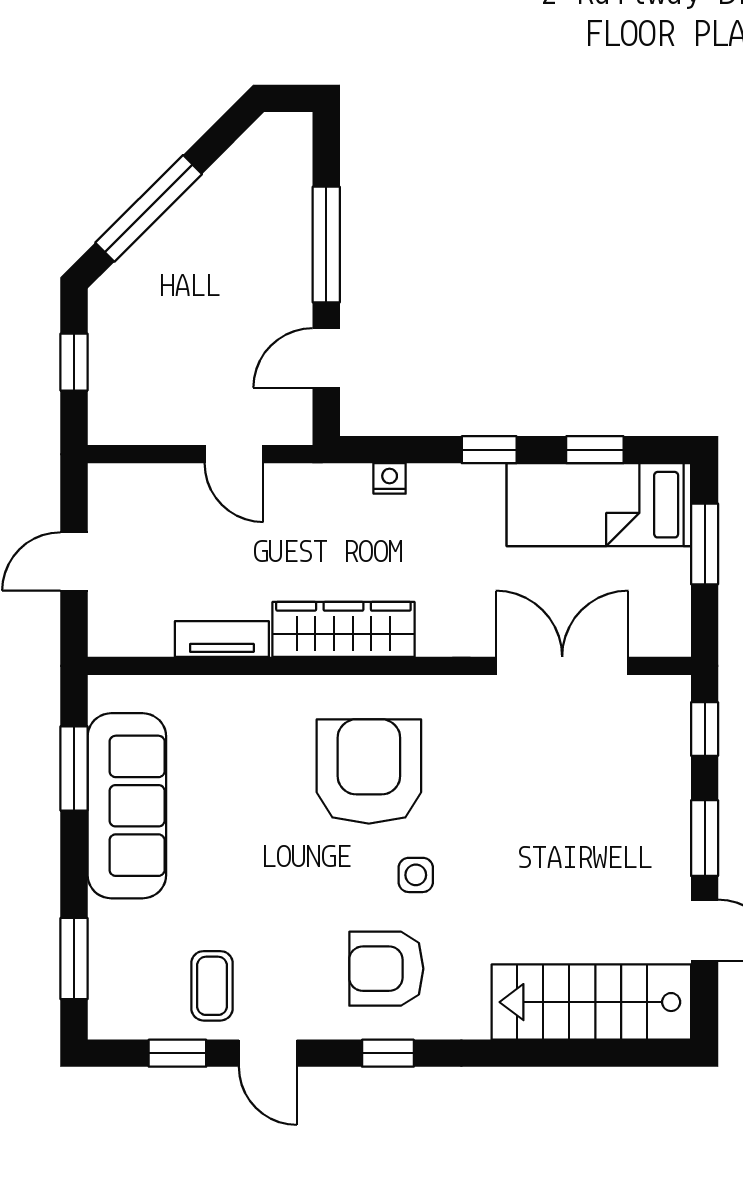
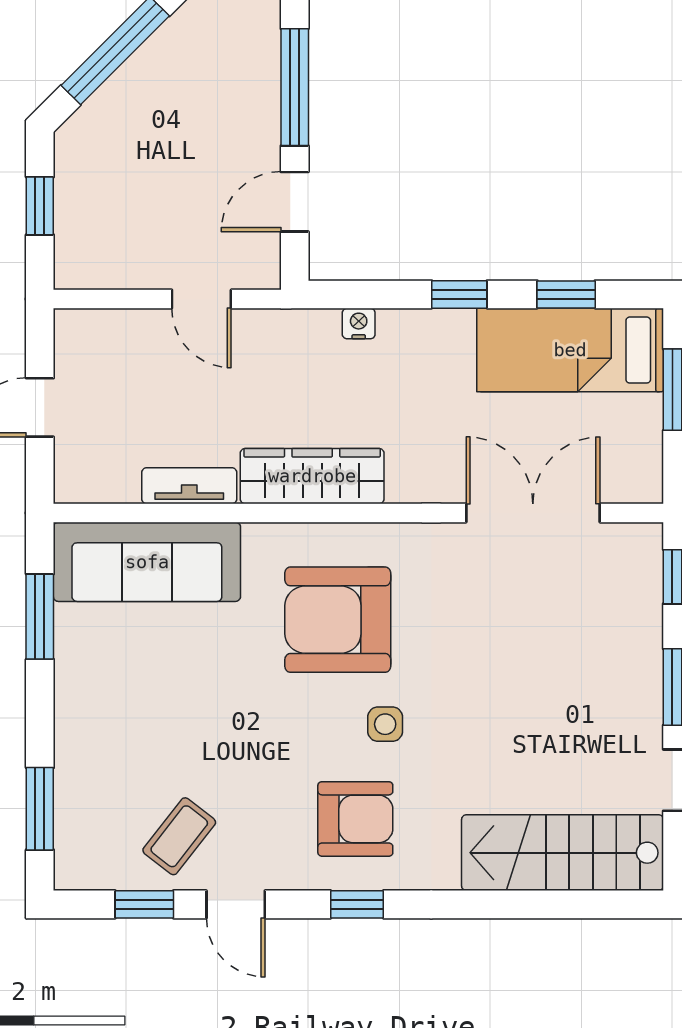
armchair: (369, 771) -> (338, 620), turned -90
sofa: (127, 806) -> (147, 562), moved, turned 90
armchair: (386, 969) -> (355, 819), turned 180
coffee table: (212, 986) -> (179, 836), turned 38

